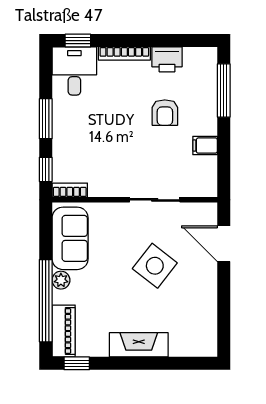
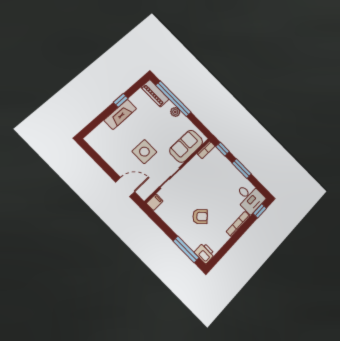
printer: (167, 59) -> (205, 253), moved, turned 90
armchair: (165, 113) -> (200, 217), turned 137
filing cabinet: (205, 146) -> (155, 202), moved
sofa: (70, 238) -> (186, 146), moved, turned 90
side table: (155, 266) -> (144, 152), turned -38
window: (77, 363) -> (121, 100), moved

